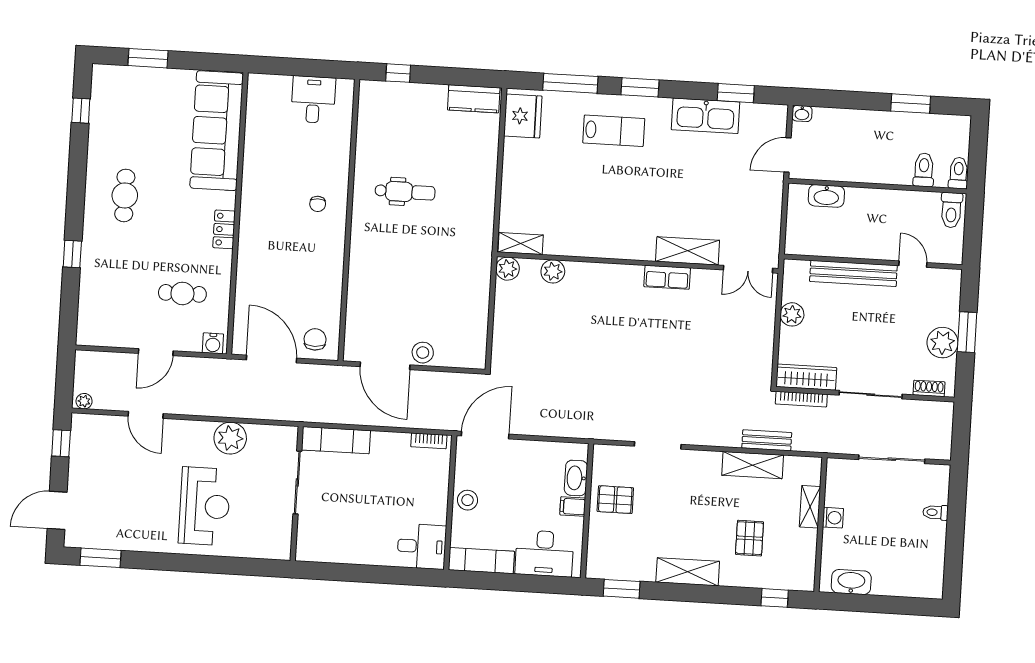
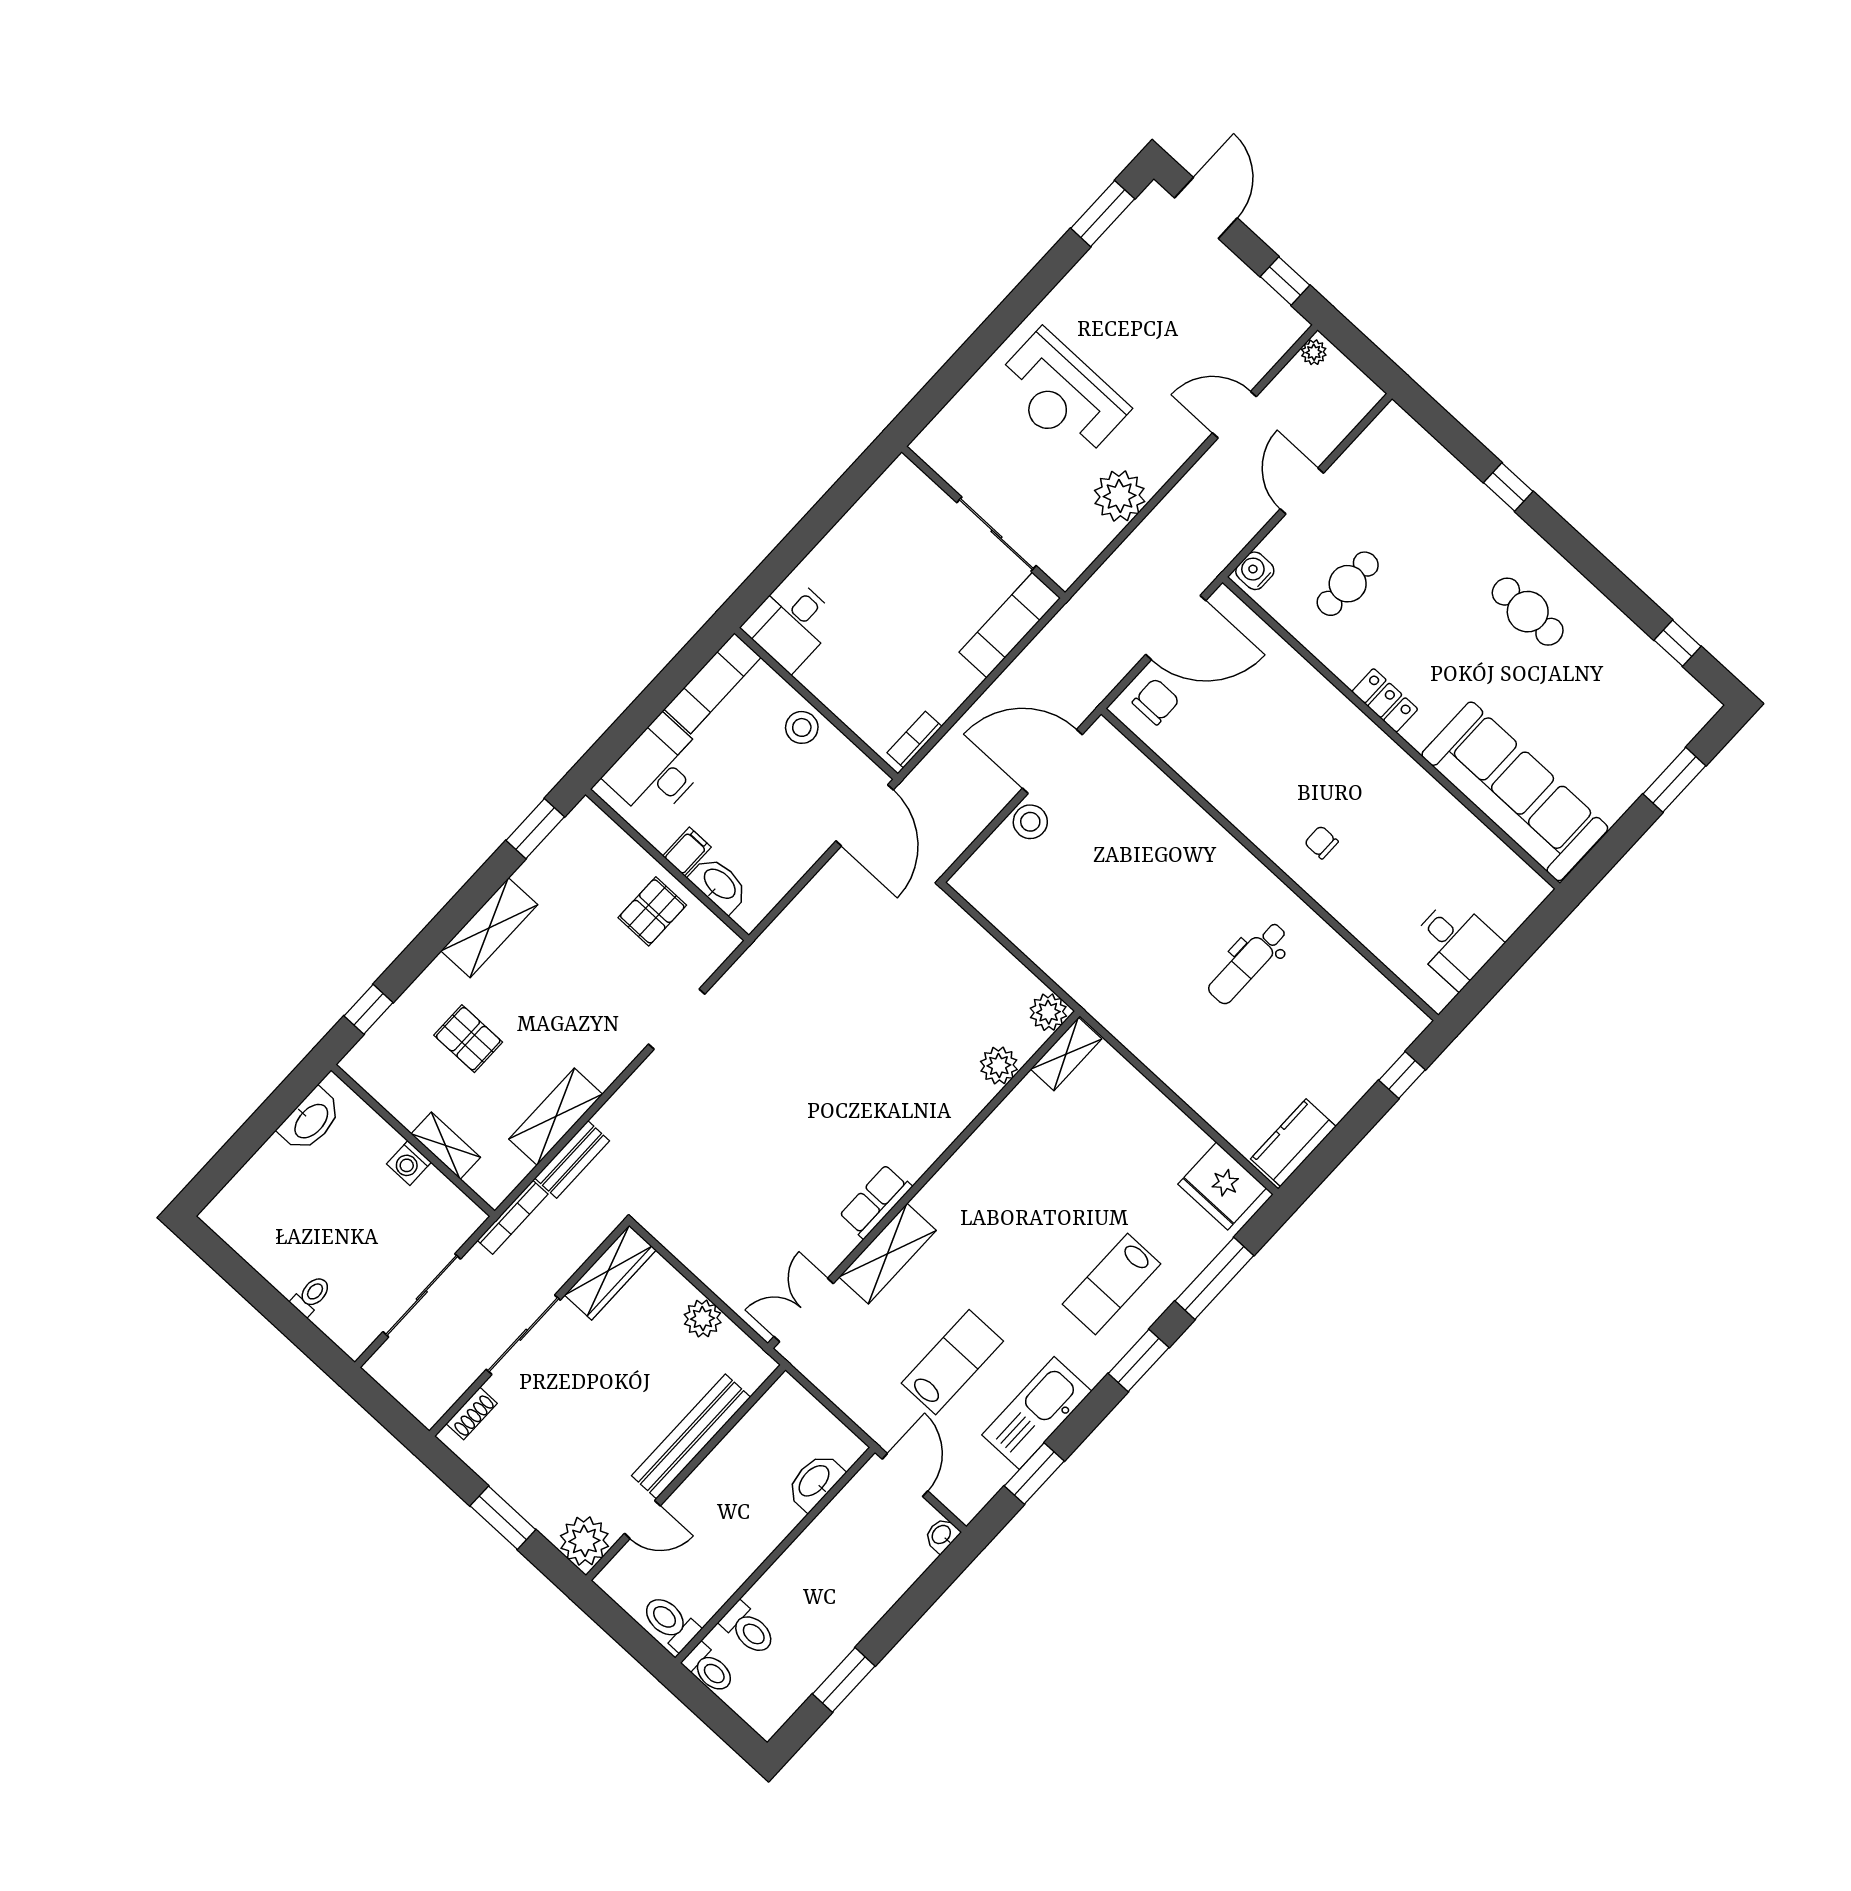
lab bench: (714, 177) -> (952, 1362), added
chair: (315, 339) -> (1156, 701), turned -90
plant: (943, 343) -> (584, 1541), moved
bookcase: (801, 399) -> (513, 1217), moved, turned 180

